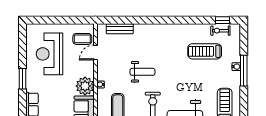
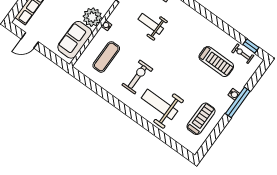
treadmill: (205, 51) -> (216, 62), turned 180
weight bench: (142, 72) -> (151, 24), moved, turned 180

